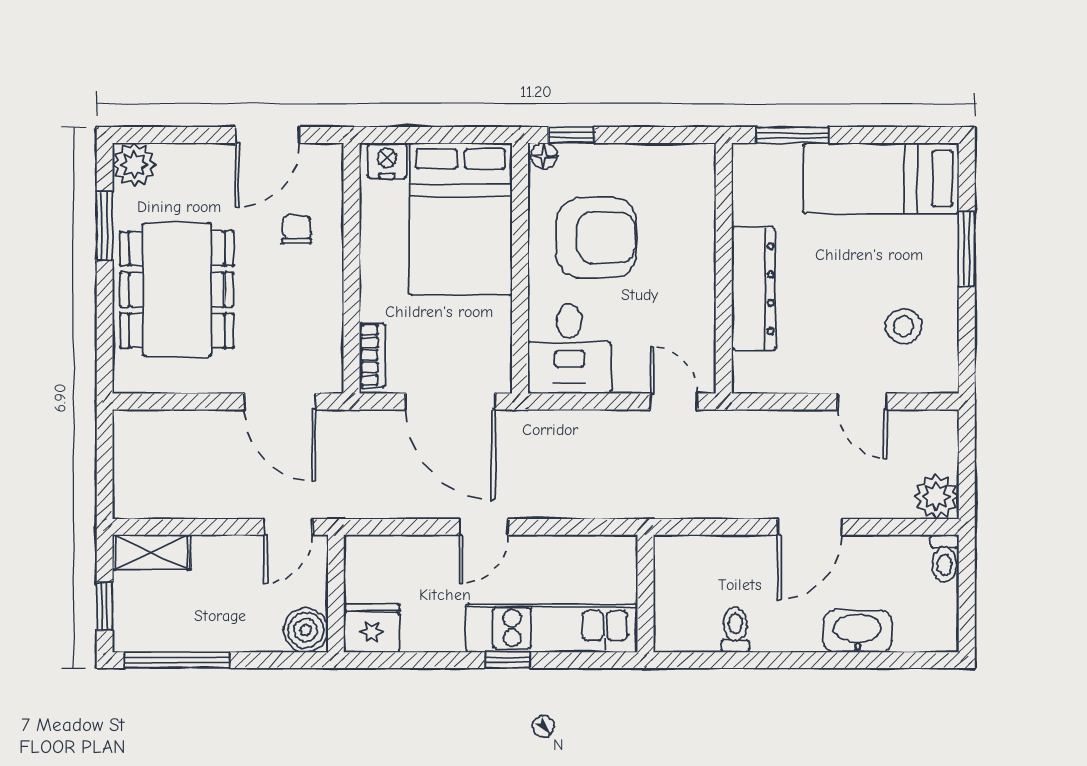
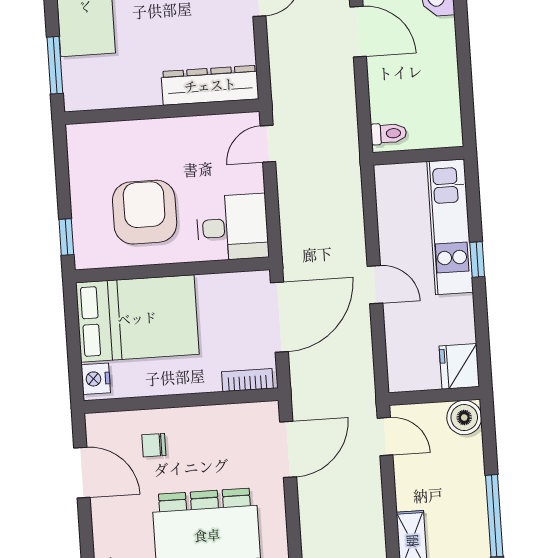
floor lamp: (544, 156) -> (84, 257), removed
dresser: (754, 289) -> (210, 85), moved
toilet: (735, 630) -> (389, 133), moved, turned 180

